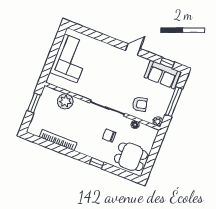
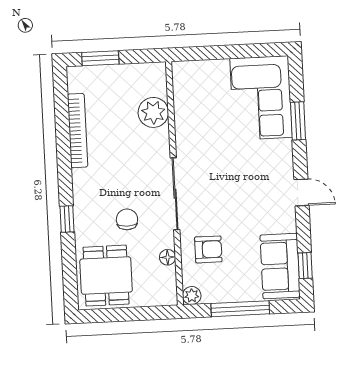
window: (99, 36) -> (298, 121), added
corner sofa: (71, 58) -> (261, 98), moved, turned 90
window: (34, 103) -> (100, 58), moved
armchair: (140, 104) -> (208, 249), turned -78

